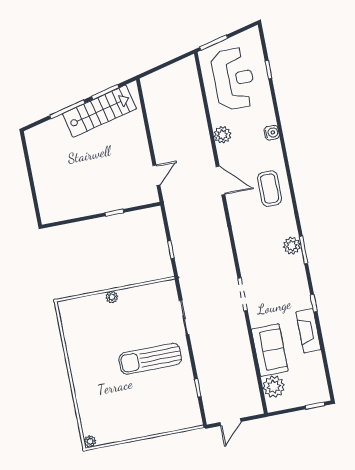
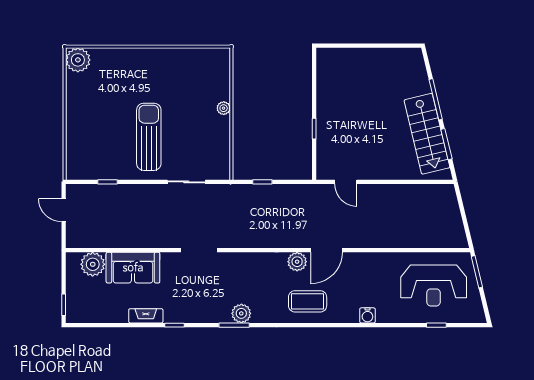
plant: (222, 135) -> (297, 262), moved
fireplace: (308, 331) -> (146, 316), width x0.73, depth x0.76
plant: (90, 441) -> (78, 60), width x1.88, depth x1.88

